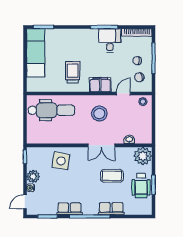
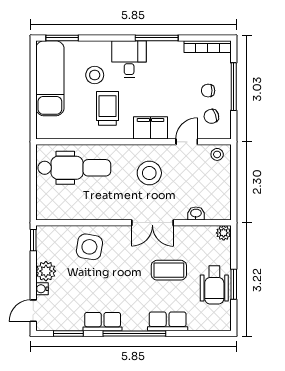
desk: (110, 41) -> (129, 59), moved
stool: (64, 51) -> (95, 75), added
plant: (143, 156) -> (224, 233), width x0.53, depth x0.53

